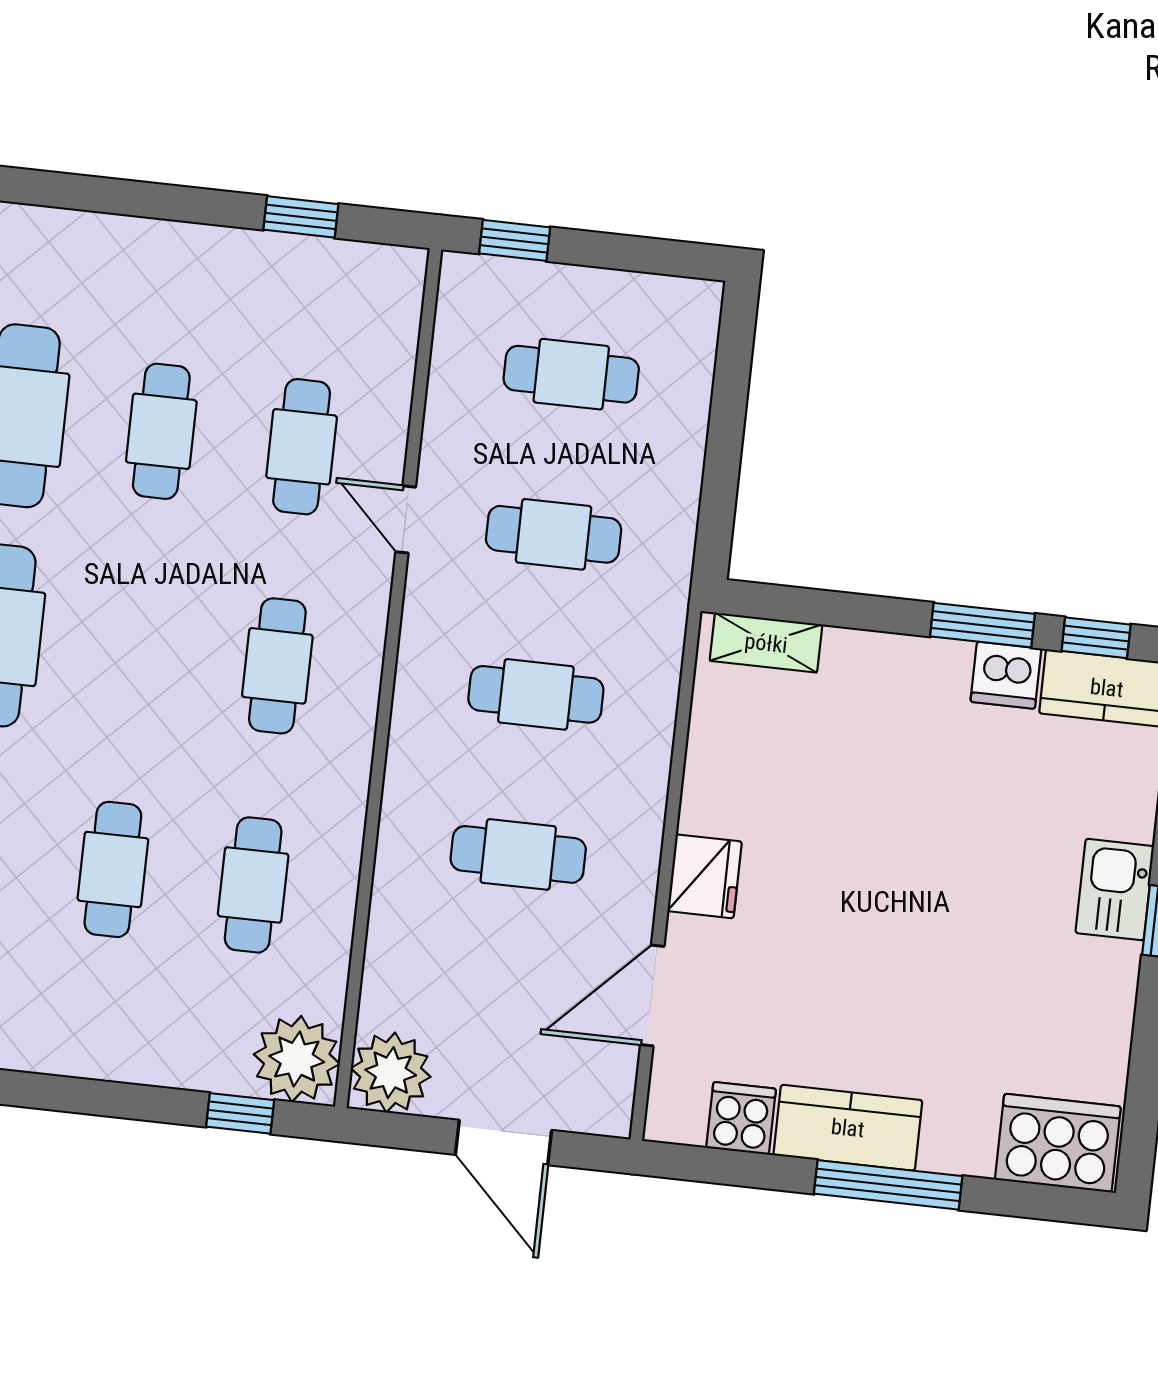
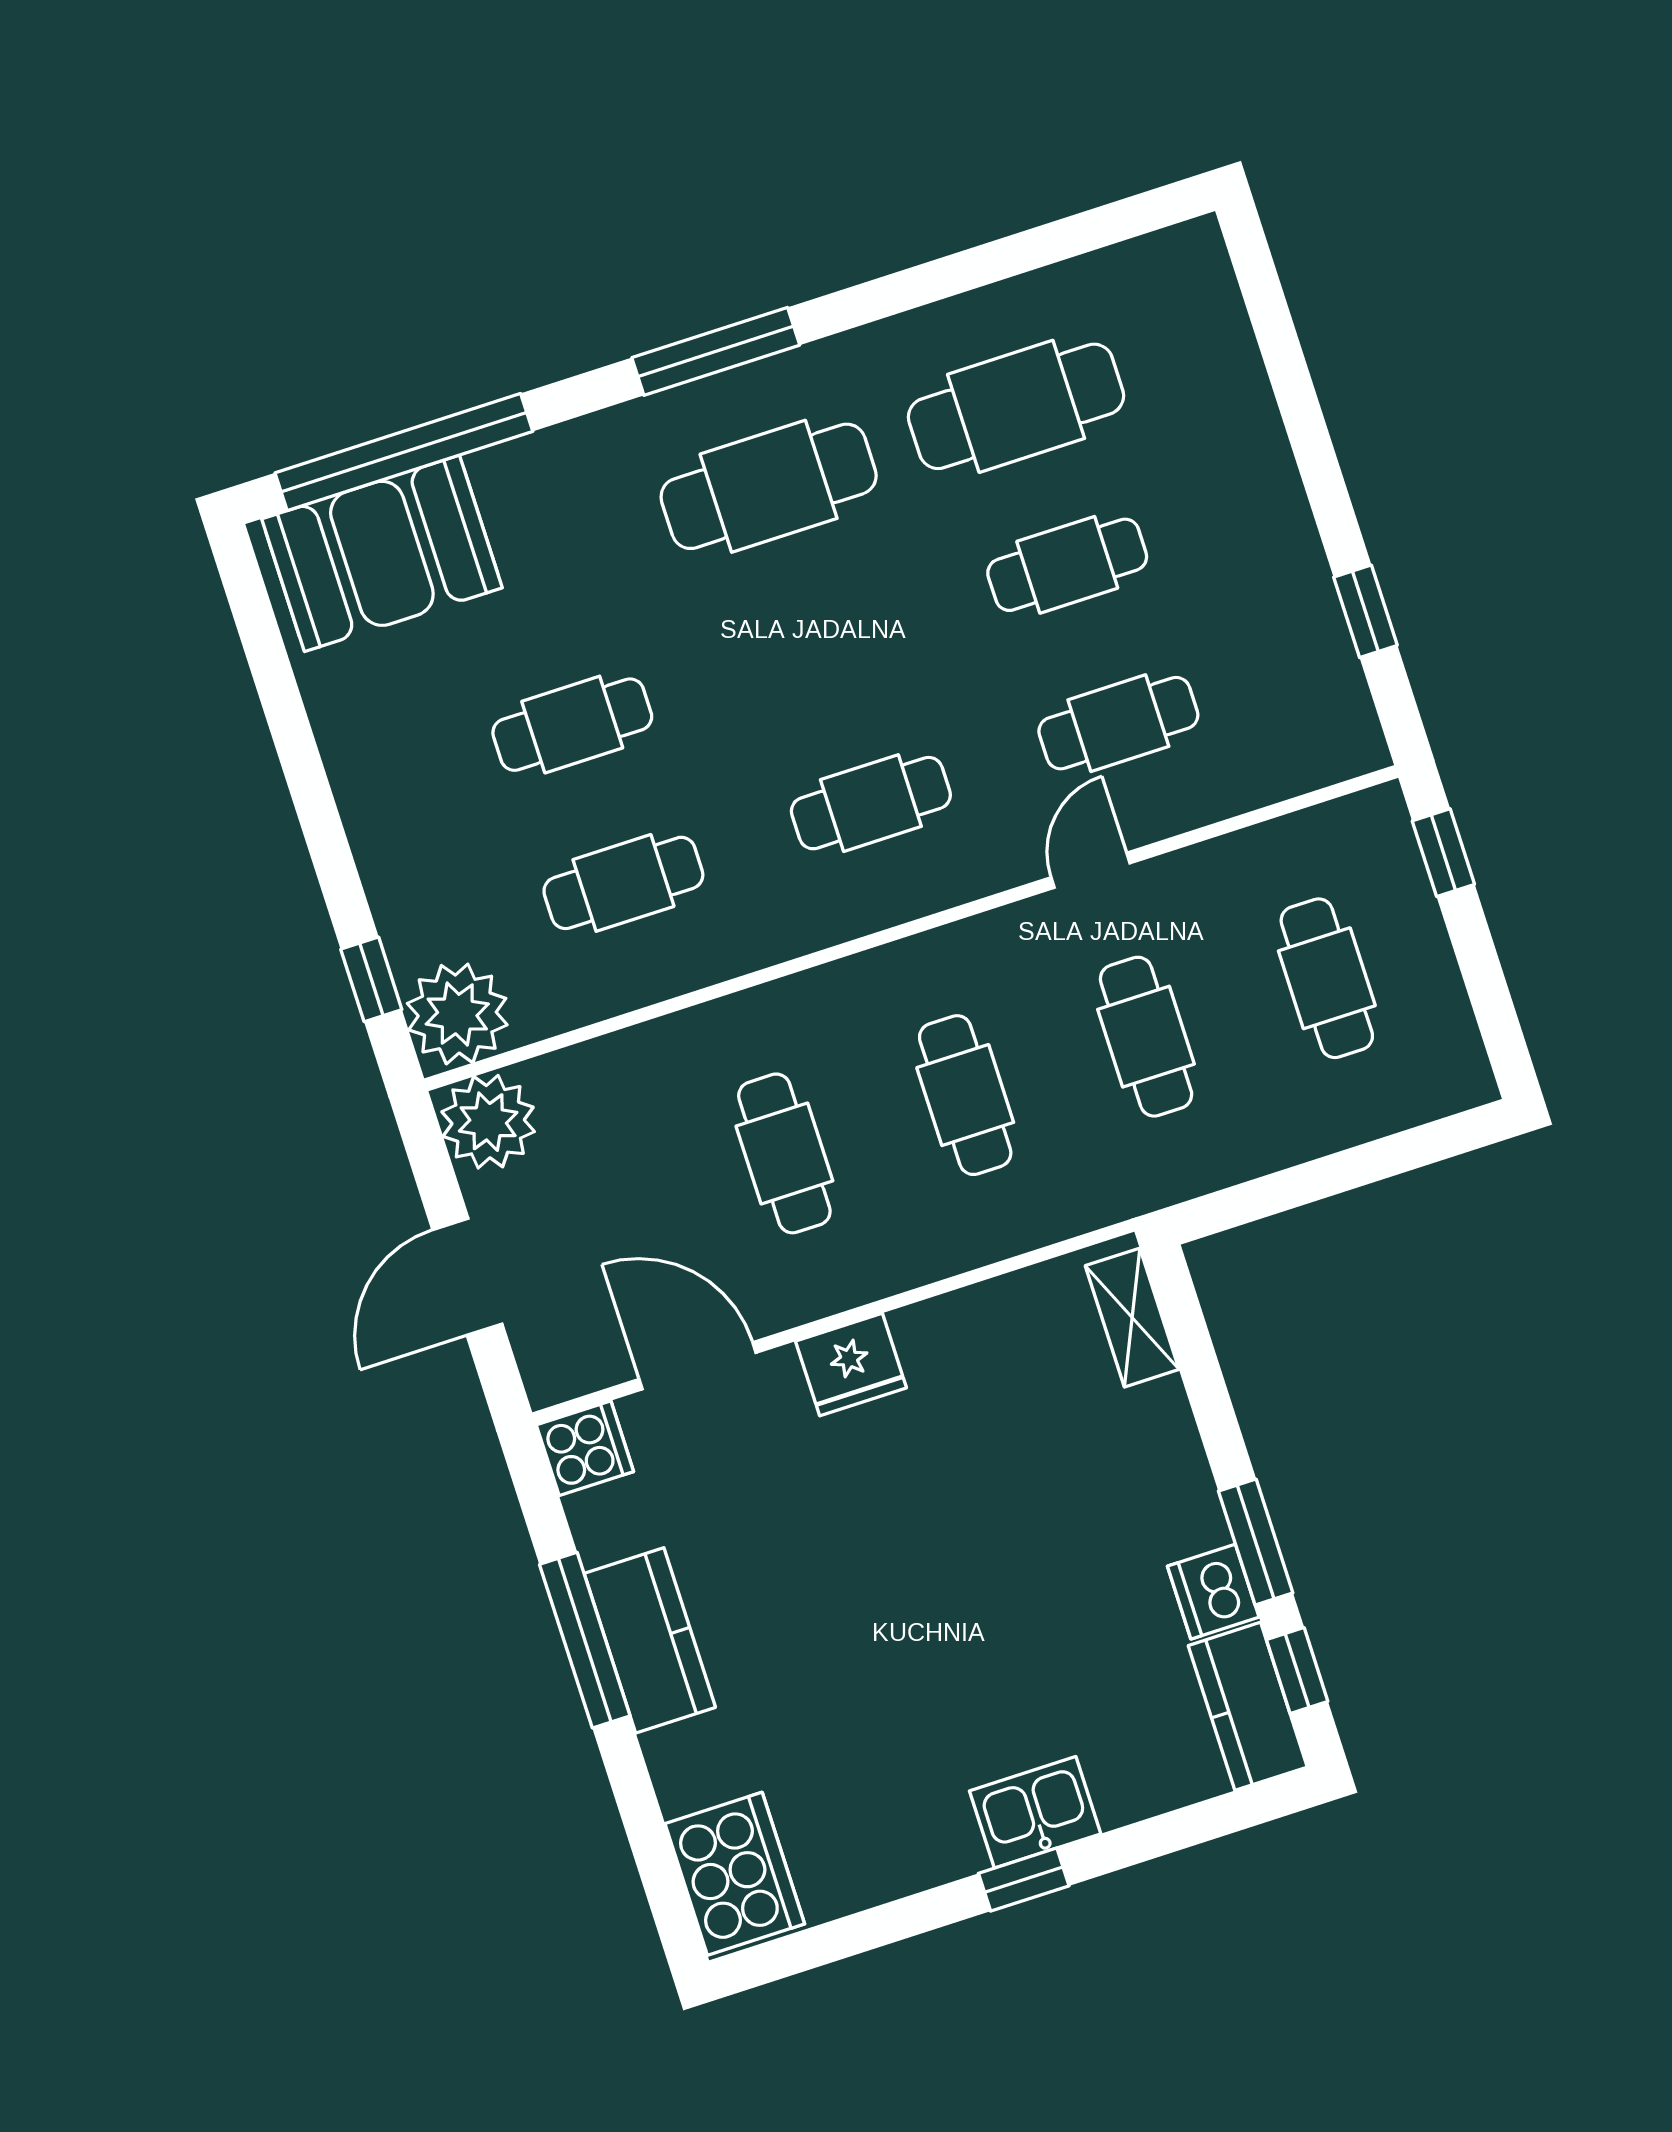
cooker: (741, 1118) -> (585, 1448), moved
window: (888, 1185) -> (585, 1640), moved

